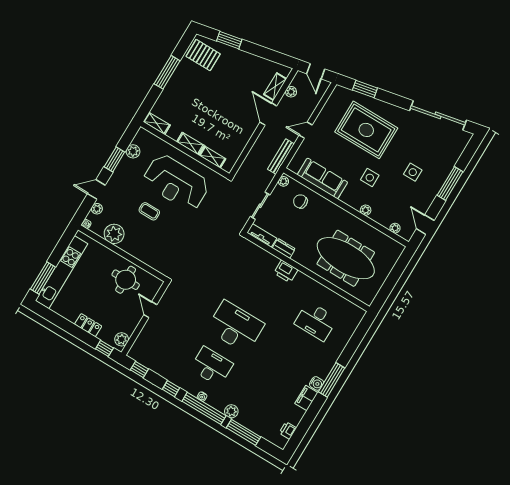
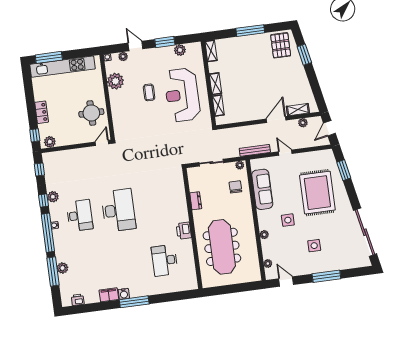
door: (425, 225) -> (286, 282), hinge flipped
tv unit: (262, 235) -> (193, 179), removed
printer: (286, 271) -> (184, 231), moved
door: (150, 310) -> (102, 143), moved
plant: (174, 377) -> (53, 197), added
plant: (231, 411) -> (62, 268), moved

